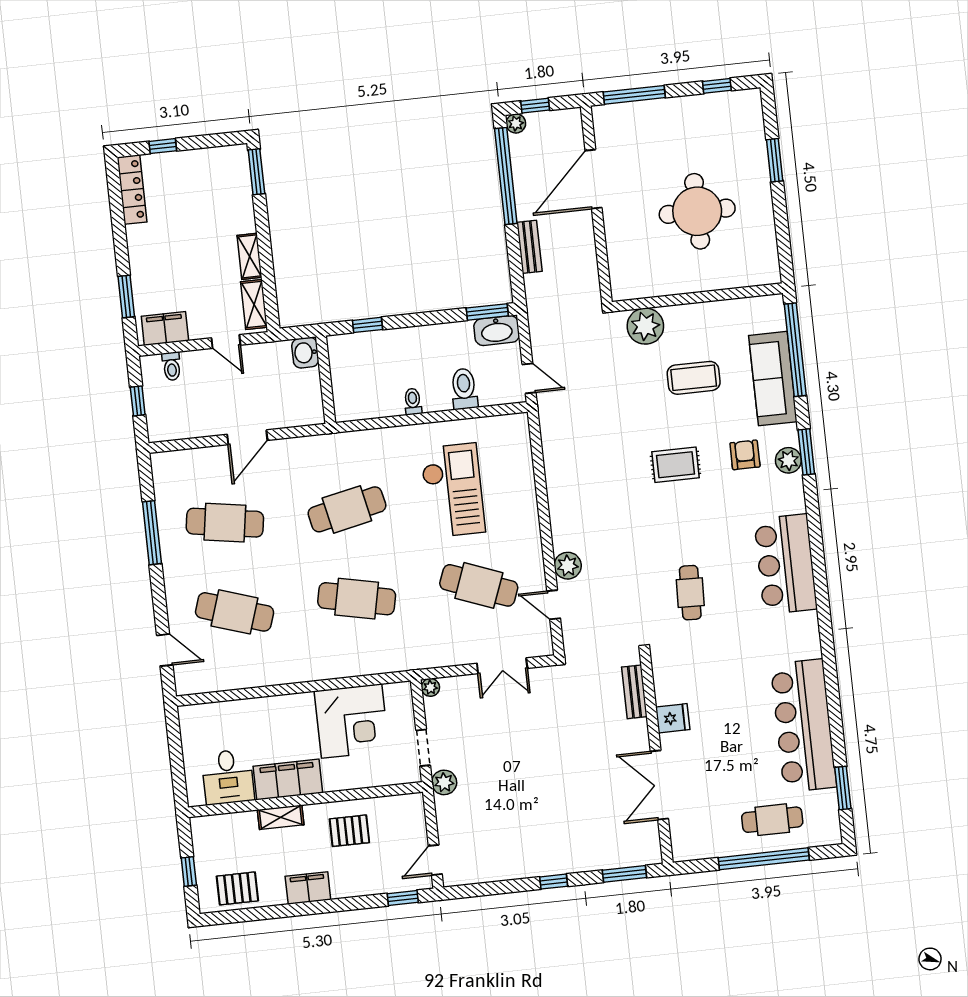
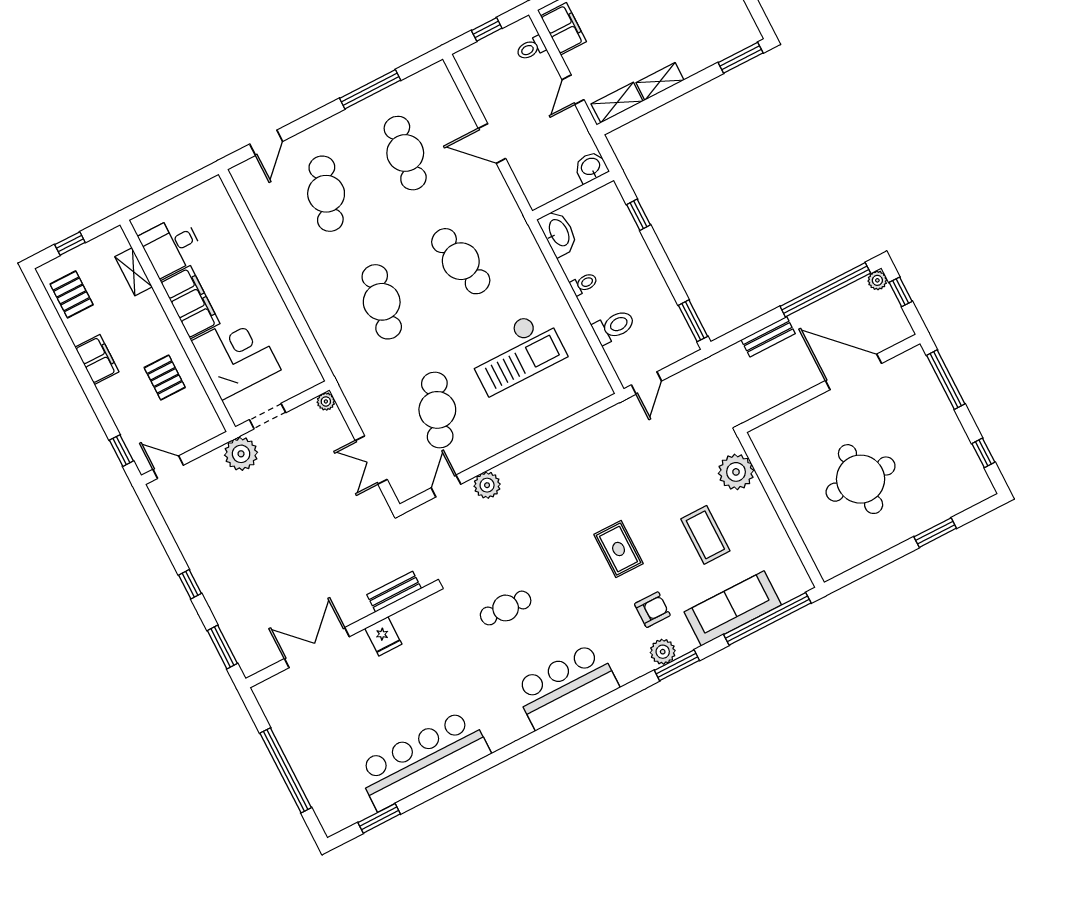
washbasin: (497, 331) -> (558, 233), moved, turned 180
corner desk: (352, 721) -> (236, 355), moved, turned 180
plant: (444, 782) -> (241, 454), width x1.36, depth x1.36
shelving: (281, 817) -> (134, 272), moved
cafe table: (772, 820) -> (325, 764), removed

